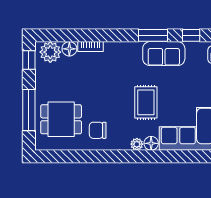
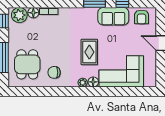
sofa: (164, 54) -> (113, 16), moved
dining table: (61, 119) -> (27, 64), turned 90

